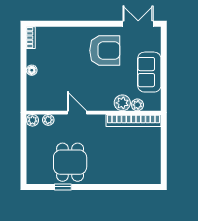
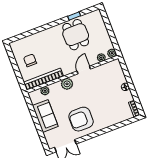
plant: (122, 103) -> (67, 84), moved
door: (77, 113) -> (84, 70), swing flipped
chair: (142, 151) -> (30, 60), added

